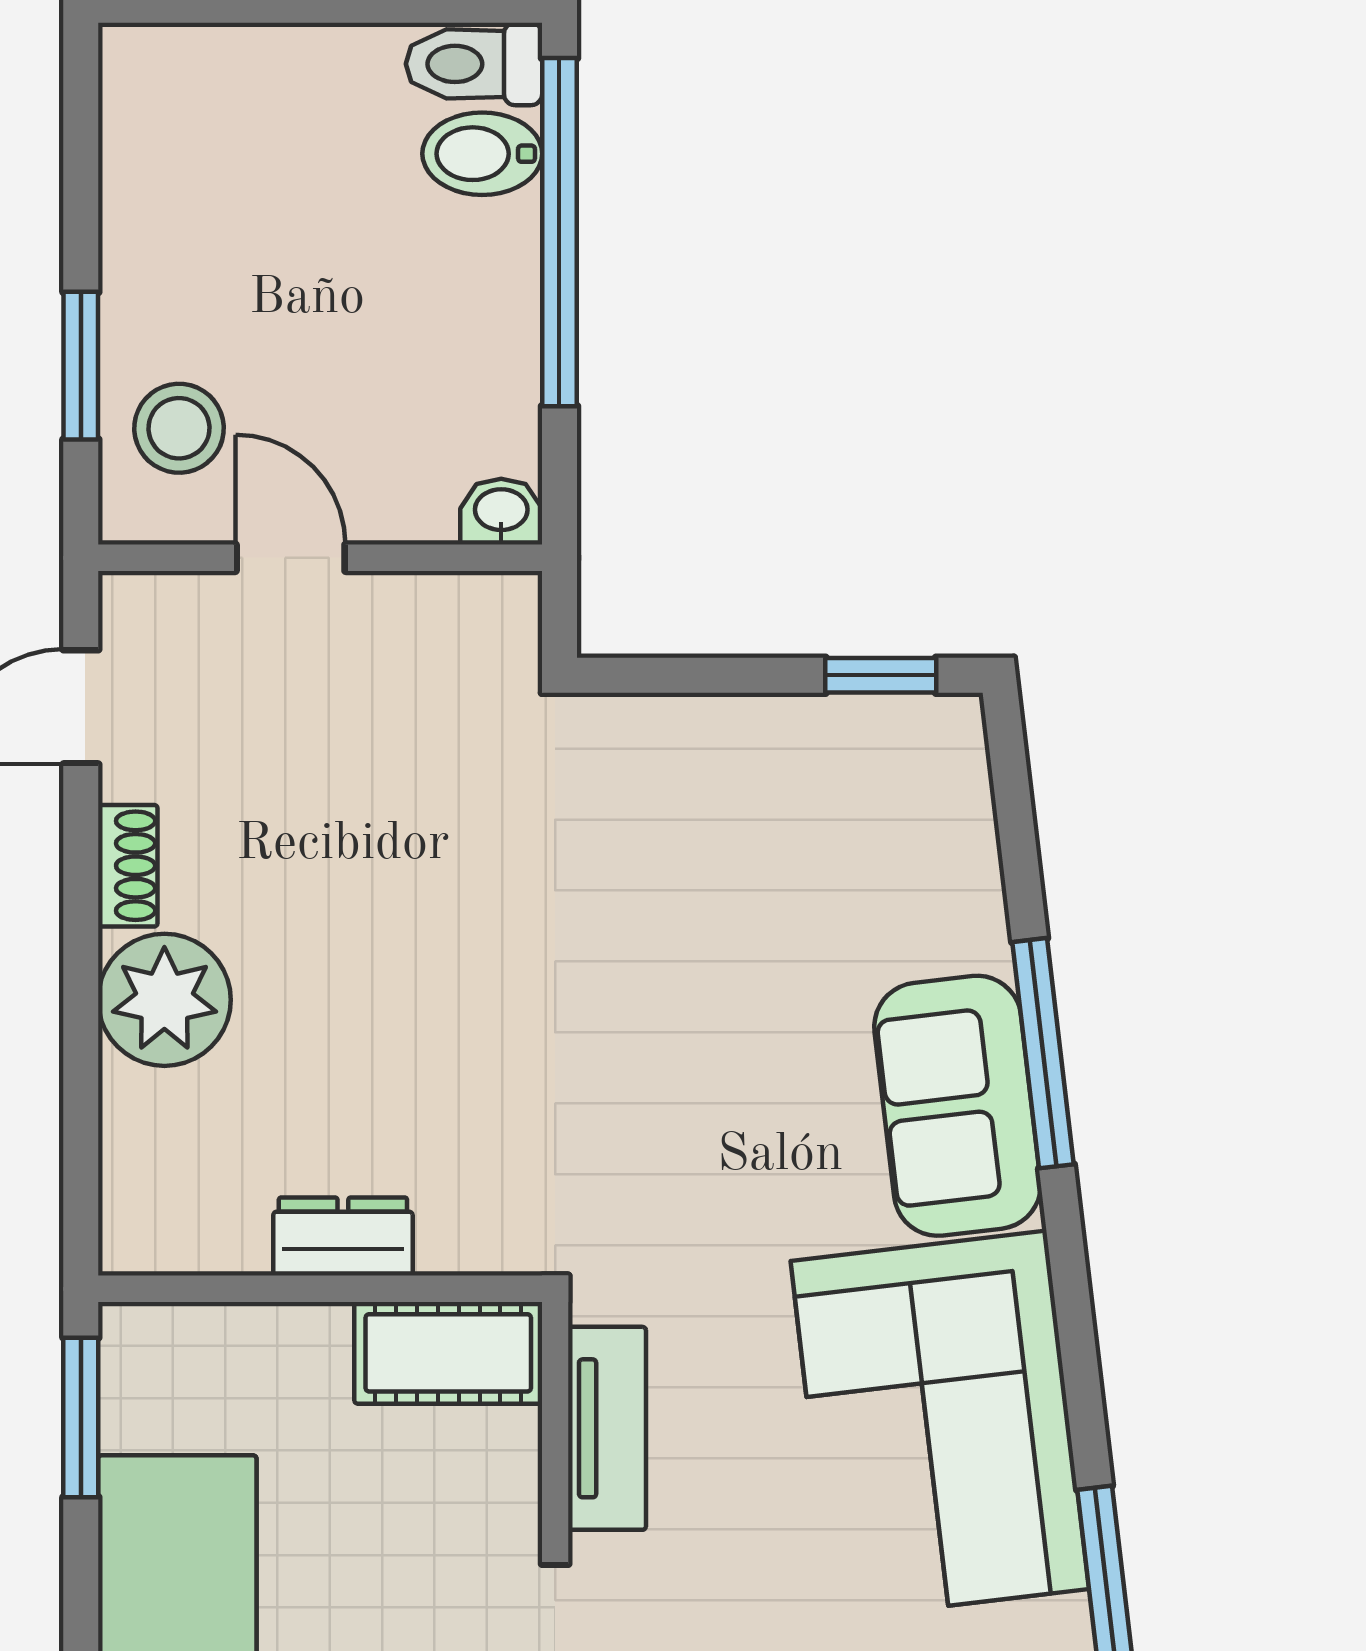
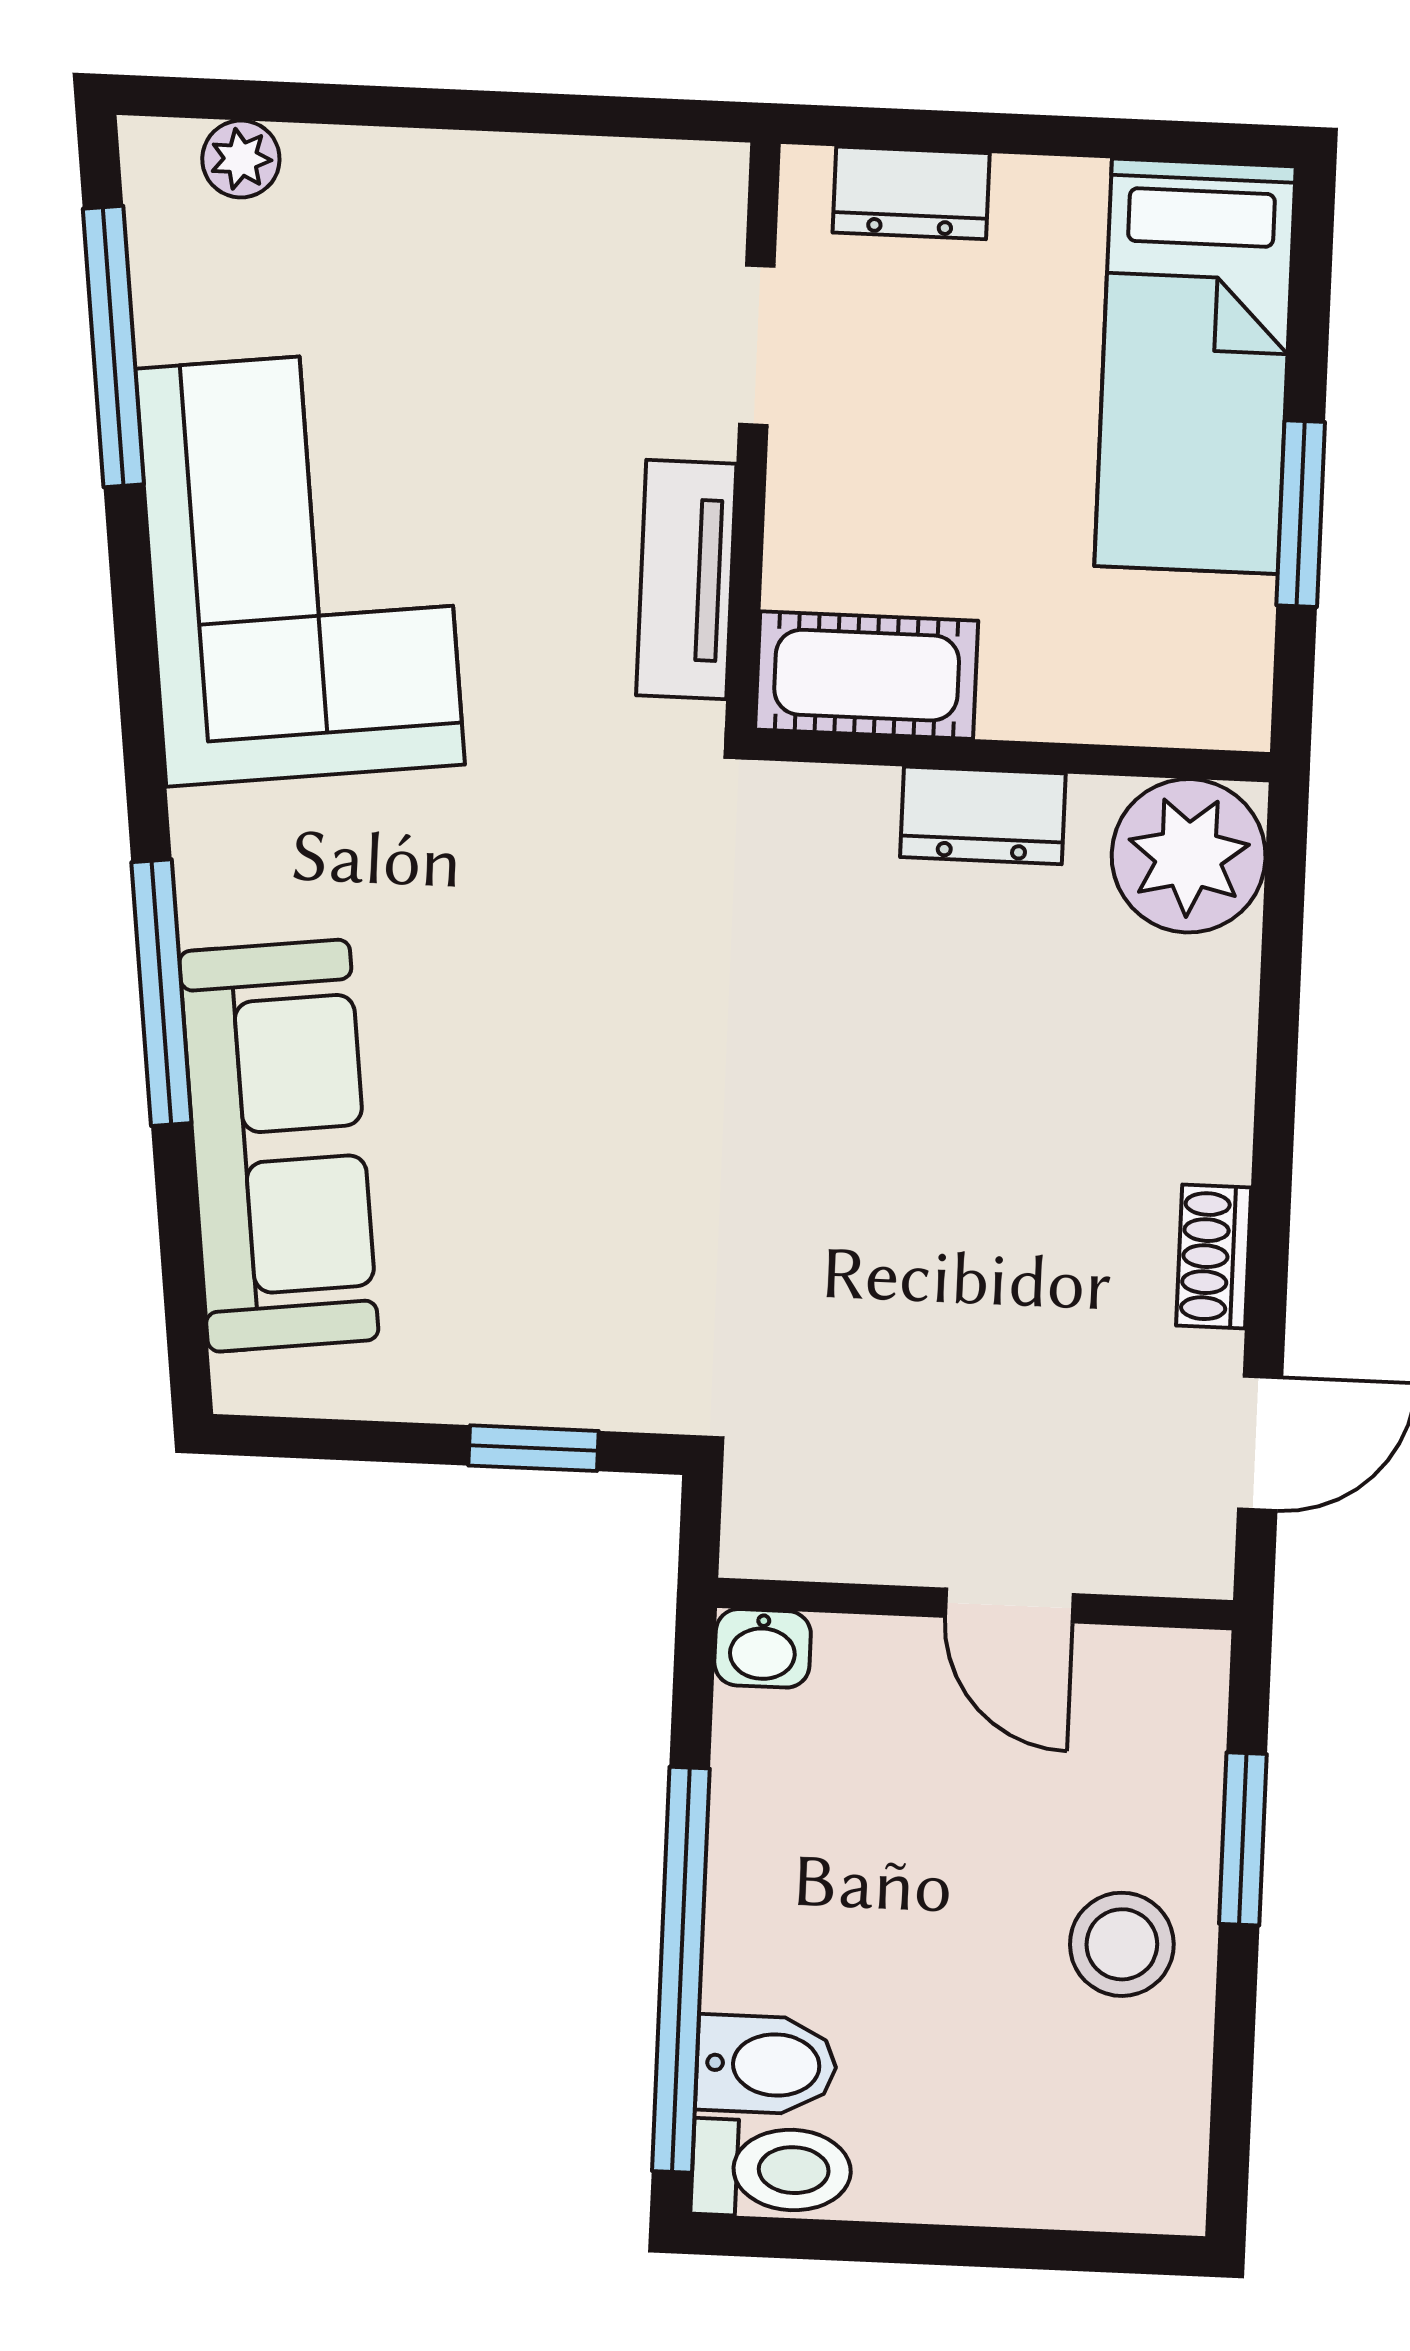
stool: (179, 428) -> (1122, 1944), moved
window: (881, 675) -> (534, 1448), moved
plant: (164, 1000) -> (1189, 856), moved
sofa: (958, 1106) -> (279, 1146), moved, width x1.36
window: (81, 1417) -> (1301, 514), moved

